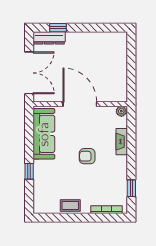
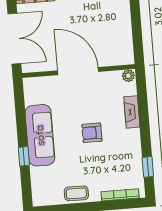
sofa: (44, 134) -> (40, 135), moved

